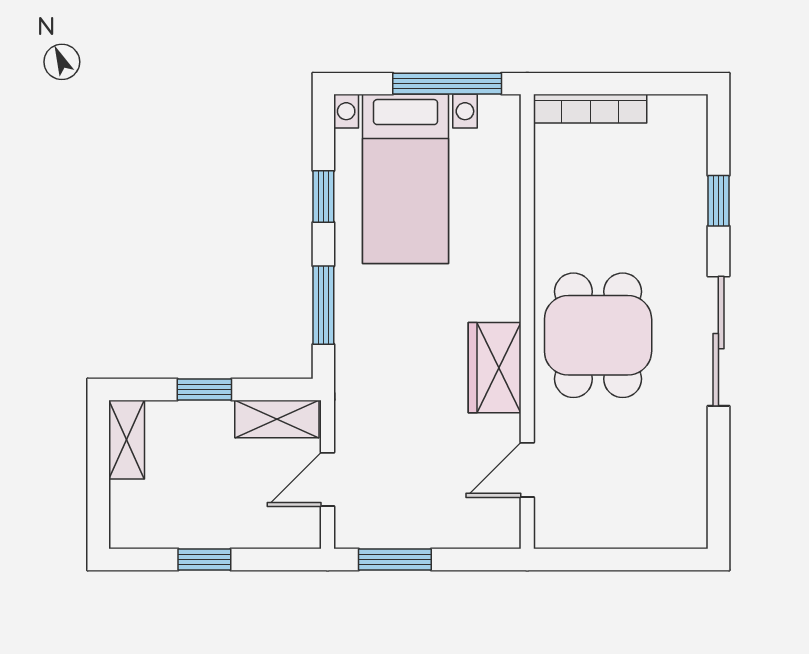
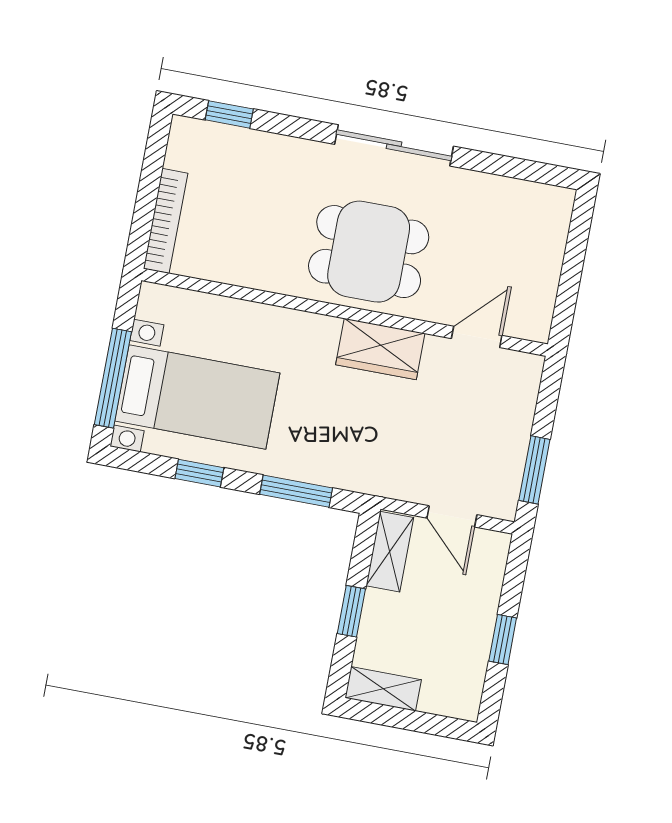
window: (447, 84) -> (113, 378), moved
window: (718, 201) -> (229, 114), moved
door: (527, 470) -> (477, 337), swing flipped

